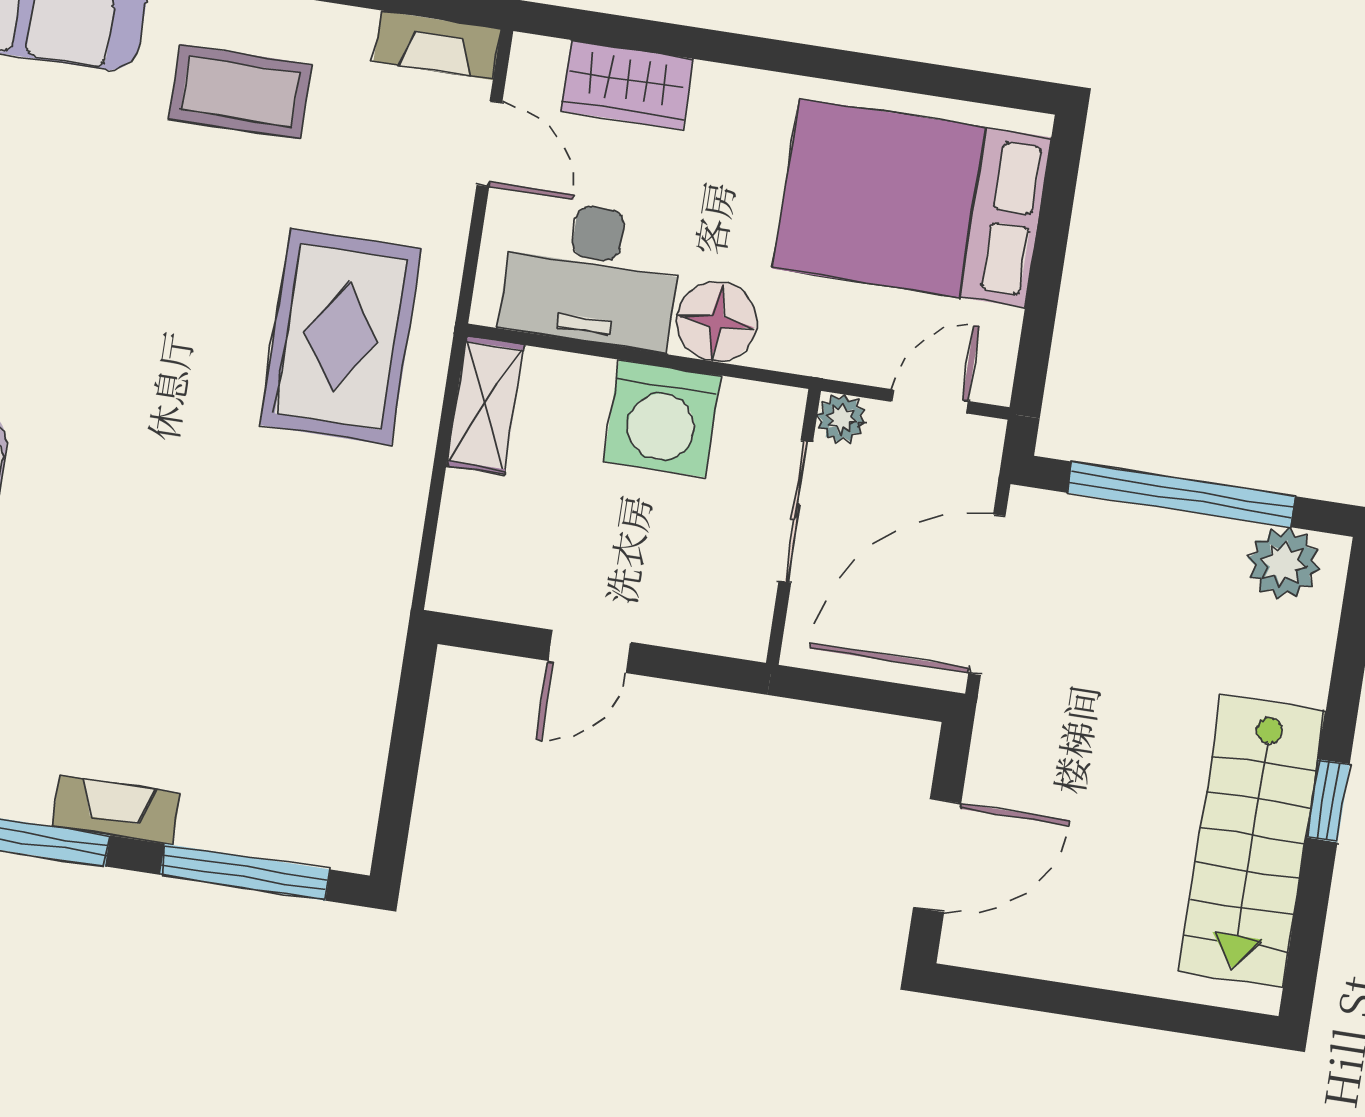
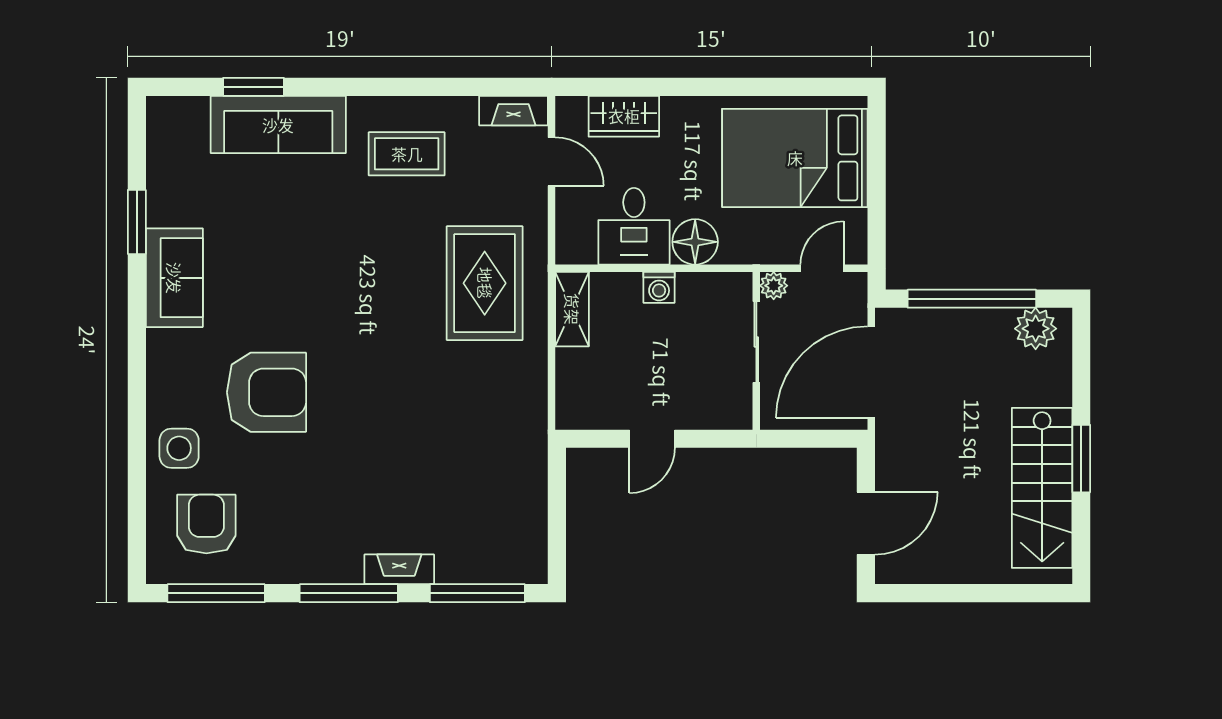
desk: (592, 275) -> (634, 226), width x0.73
washing machine: (662, 419) -> (659, 287), width x0.53, depth x0.53
window: (1328, 801) -> (1081, 459), width x1.50

